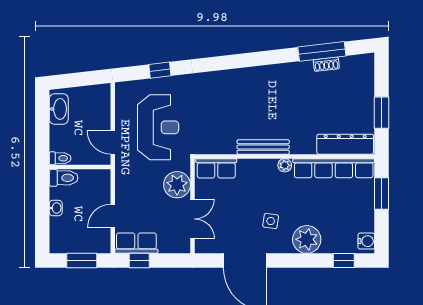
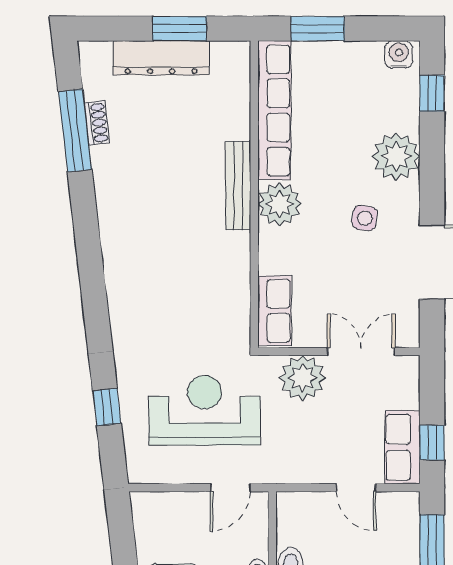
dresser: (345, 144) -> (161, 58), moved, turned -90
bench: (263, 147) -> (238, 186), moved
plant: (285, 165) -> (280, 204), width x1.87, depth x1.87

